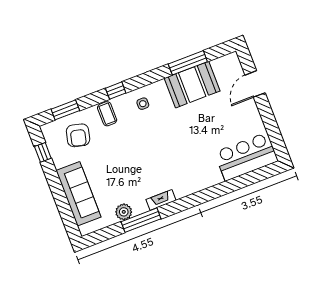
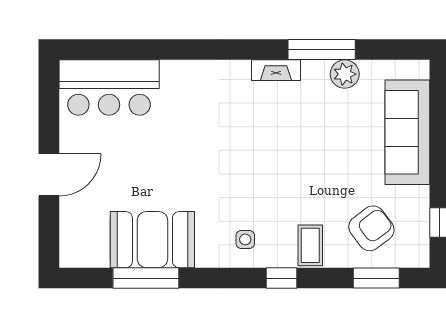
door: (255, 84) -> (49, 175), moved
armchair: (78, 135) -> (371, 228), turned 39

